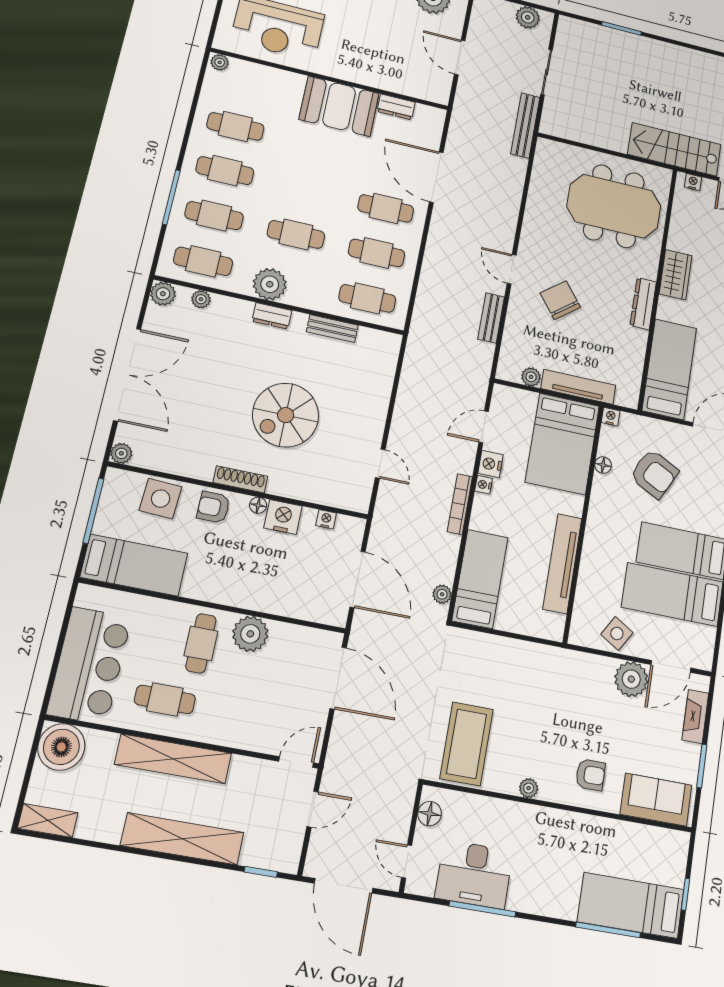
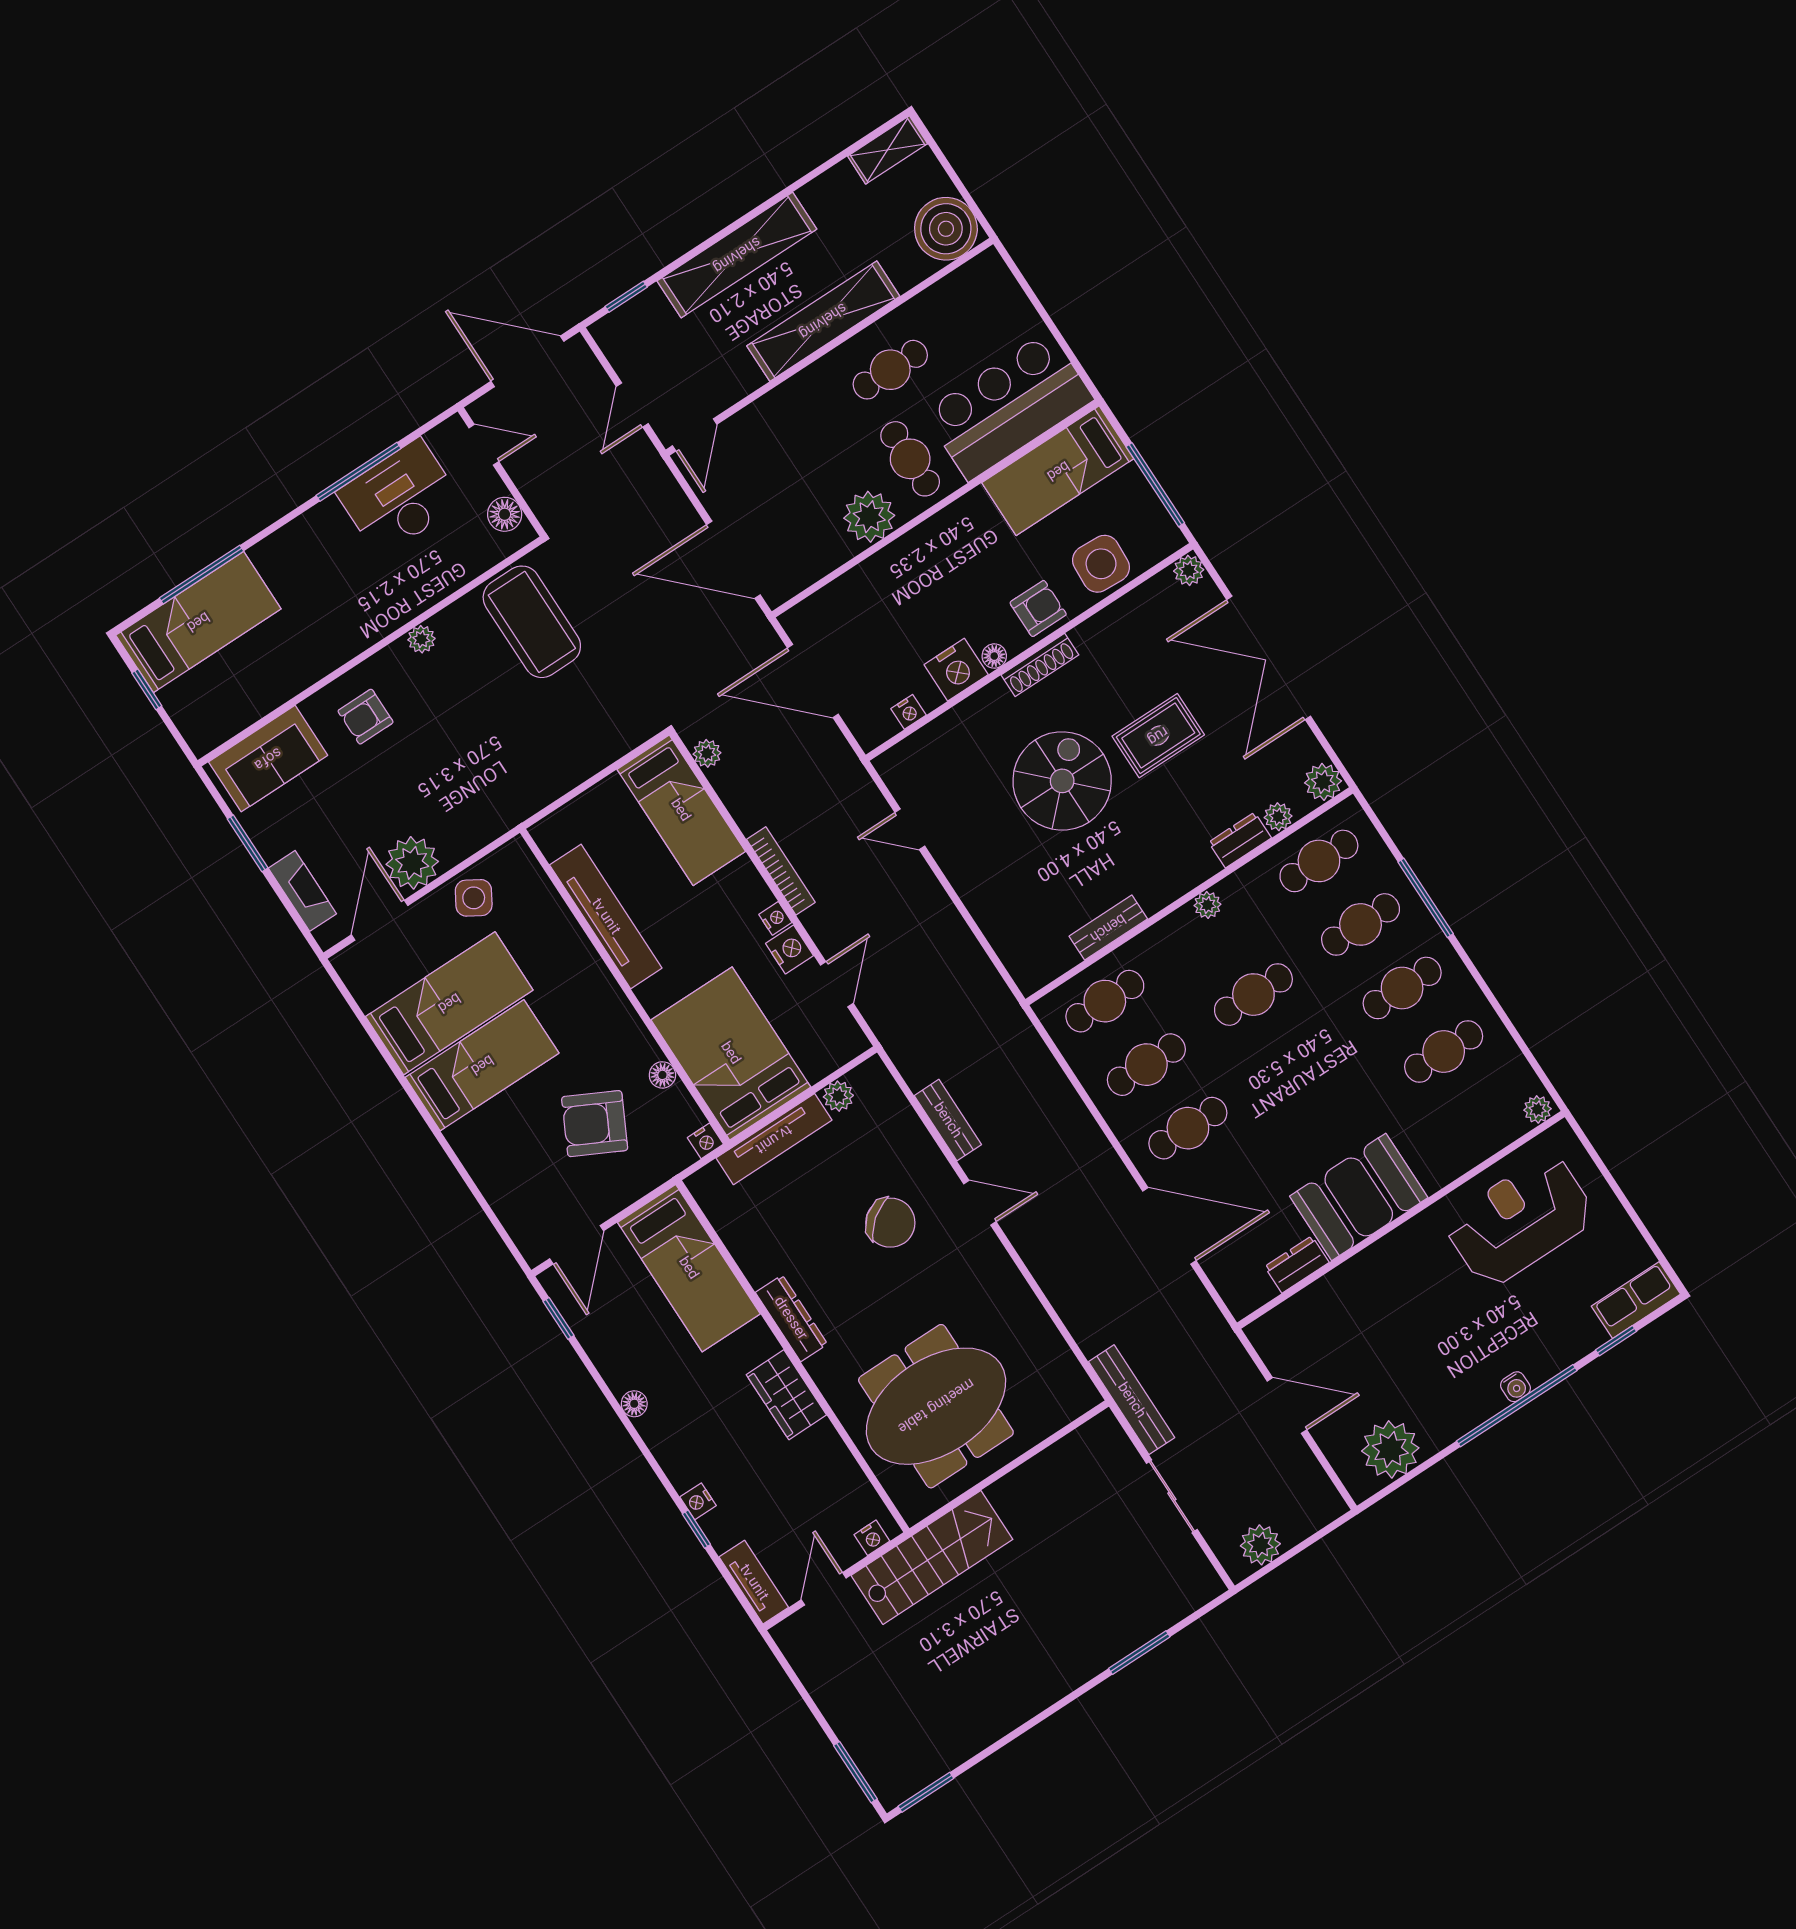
plant: (270, 284) -> (1207, 905), width x0.53, depth x0.53
dresser: (272, 316) -> (1240, 840), moved
rug: (218, 391) -> (1158, 736), added
bar counter: (89, 665) -> (1009, 406), moved, turned 90

